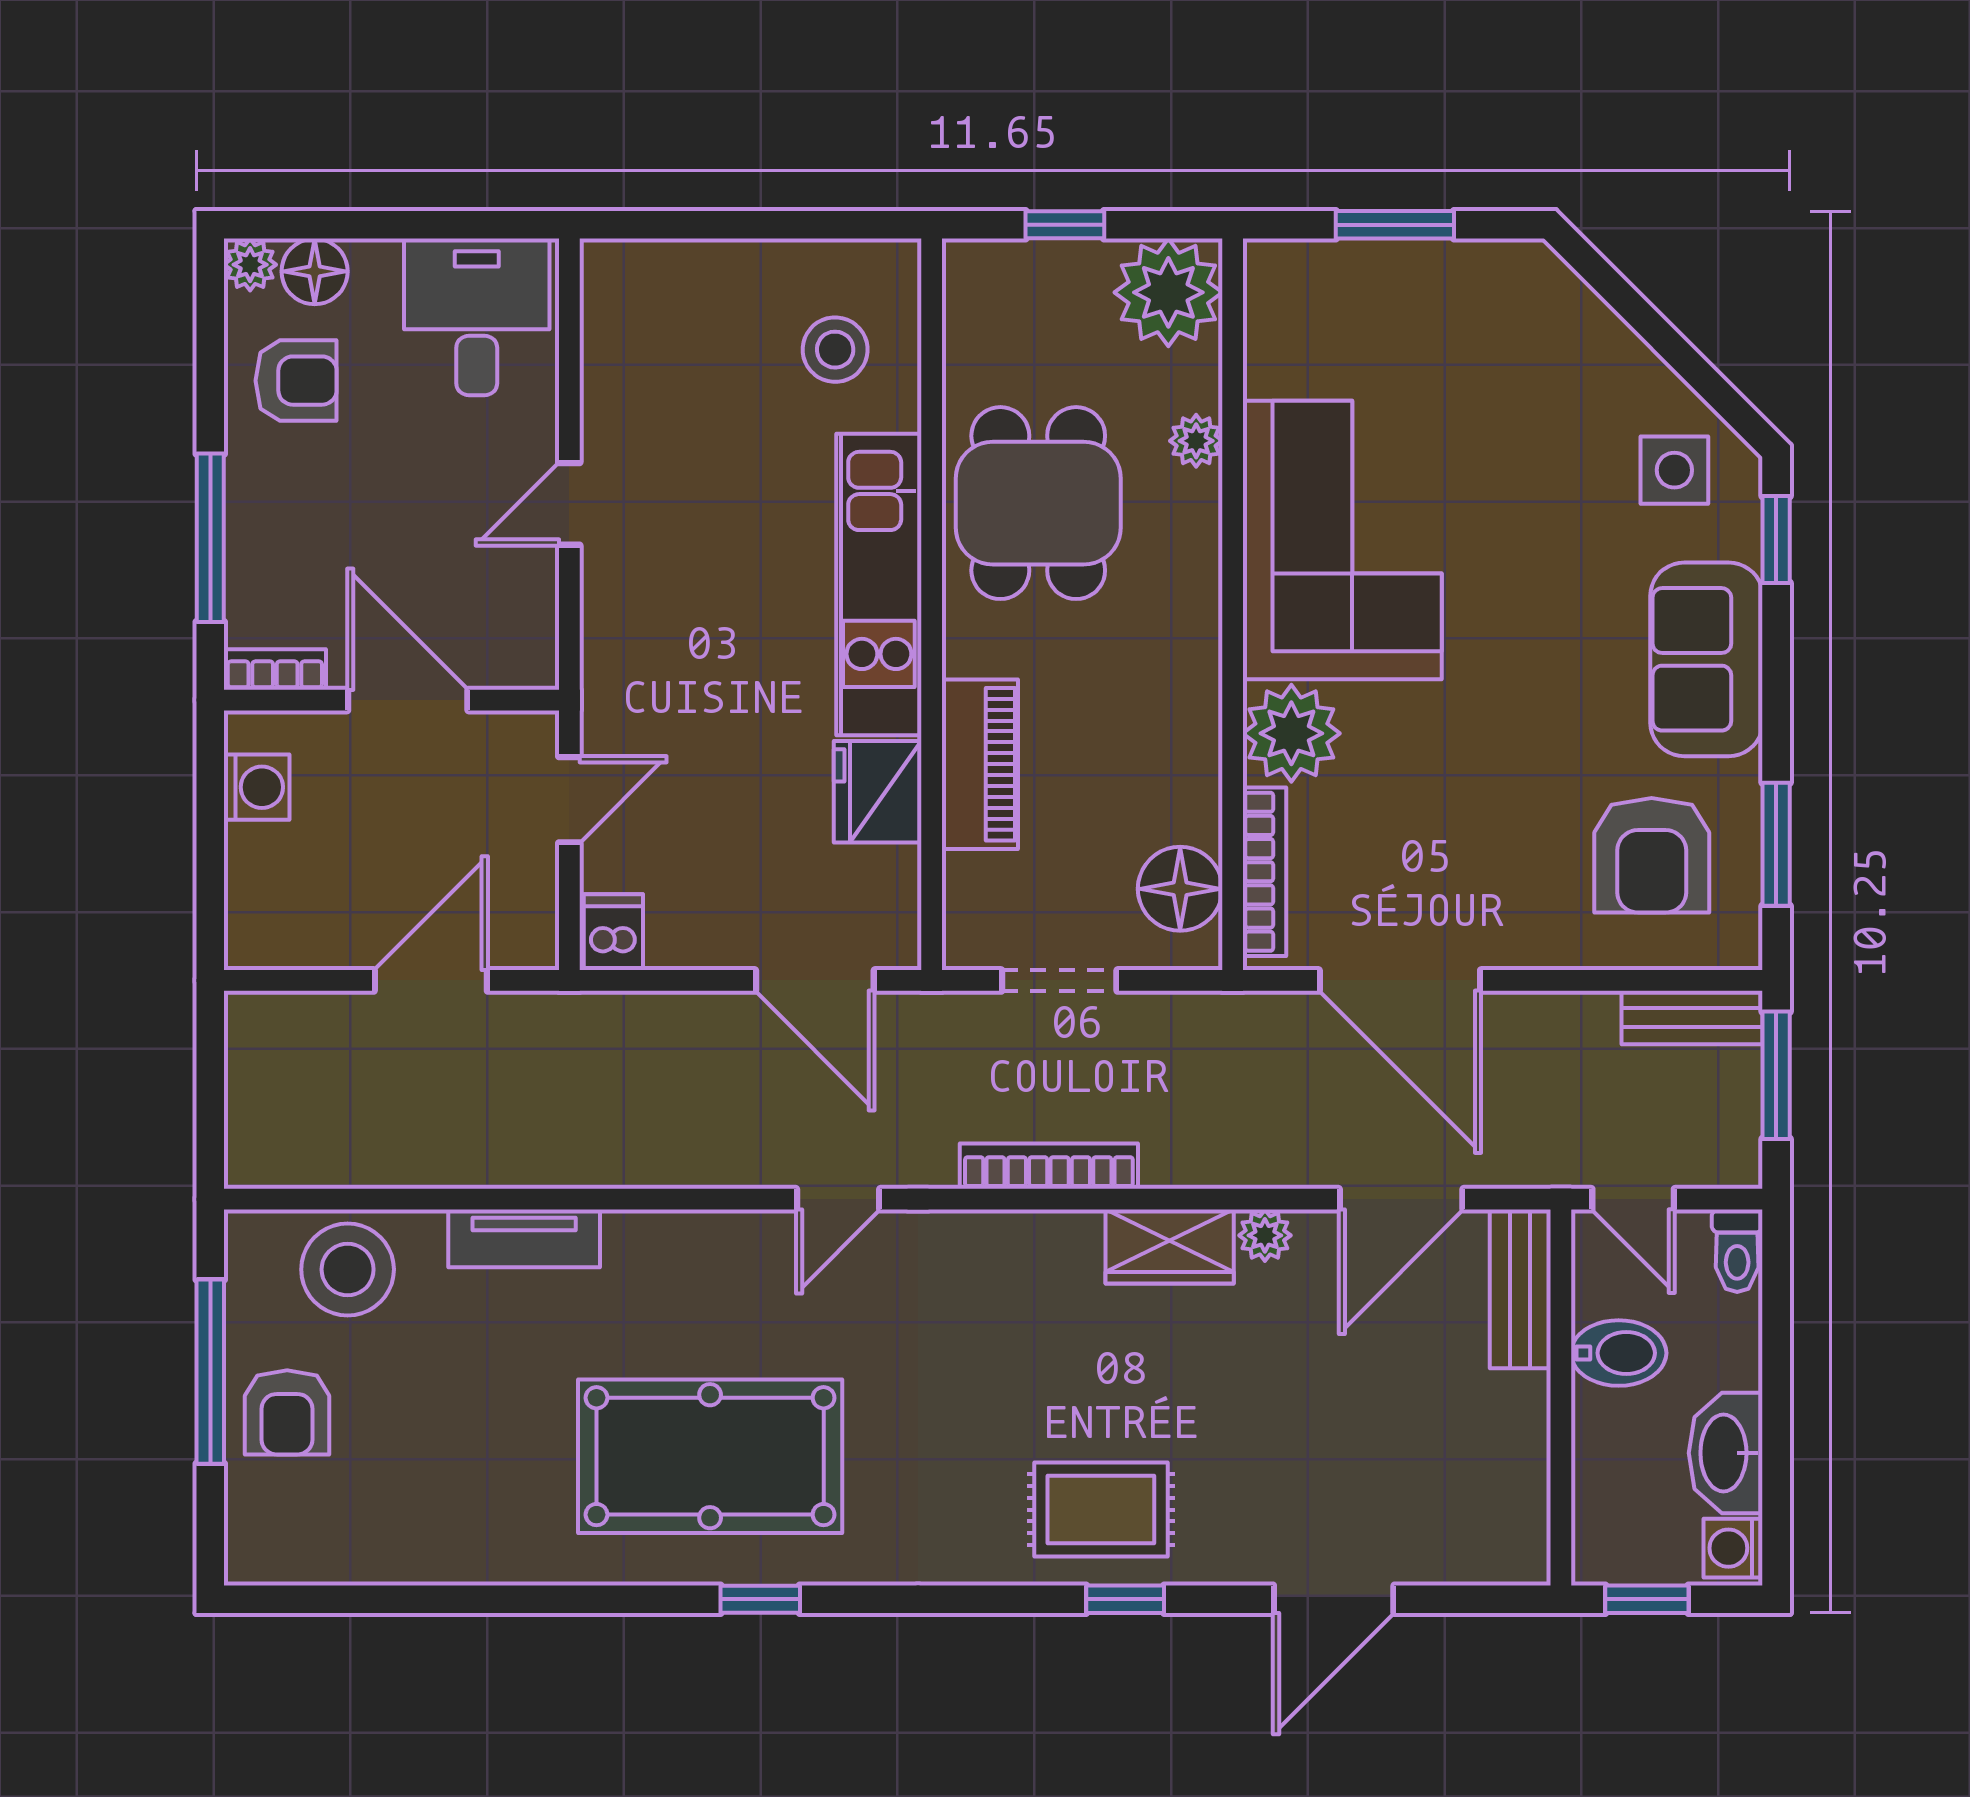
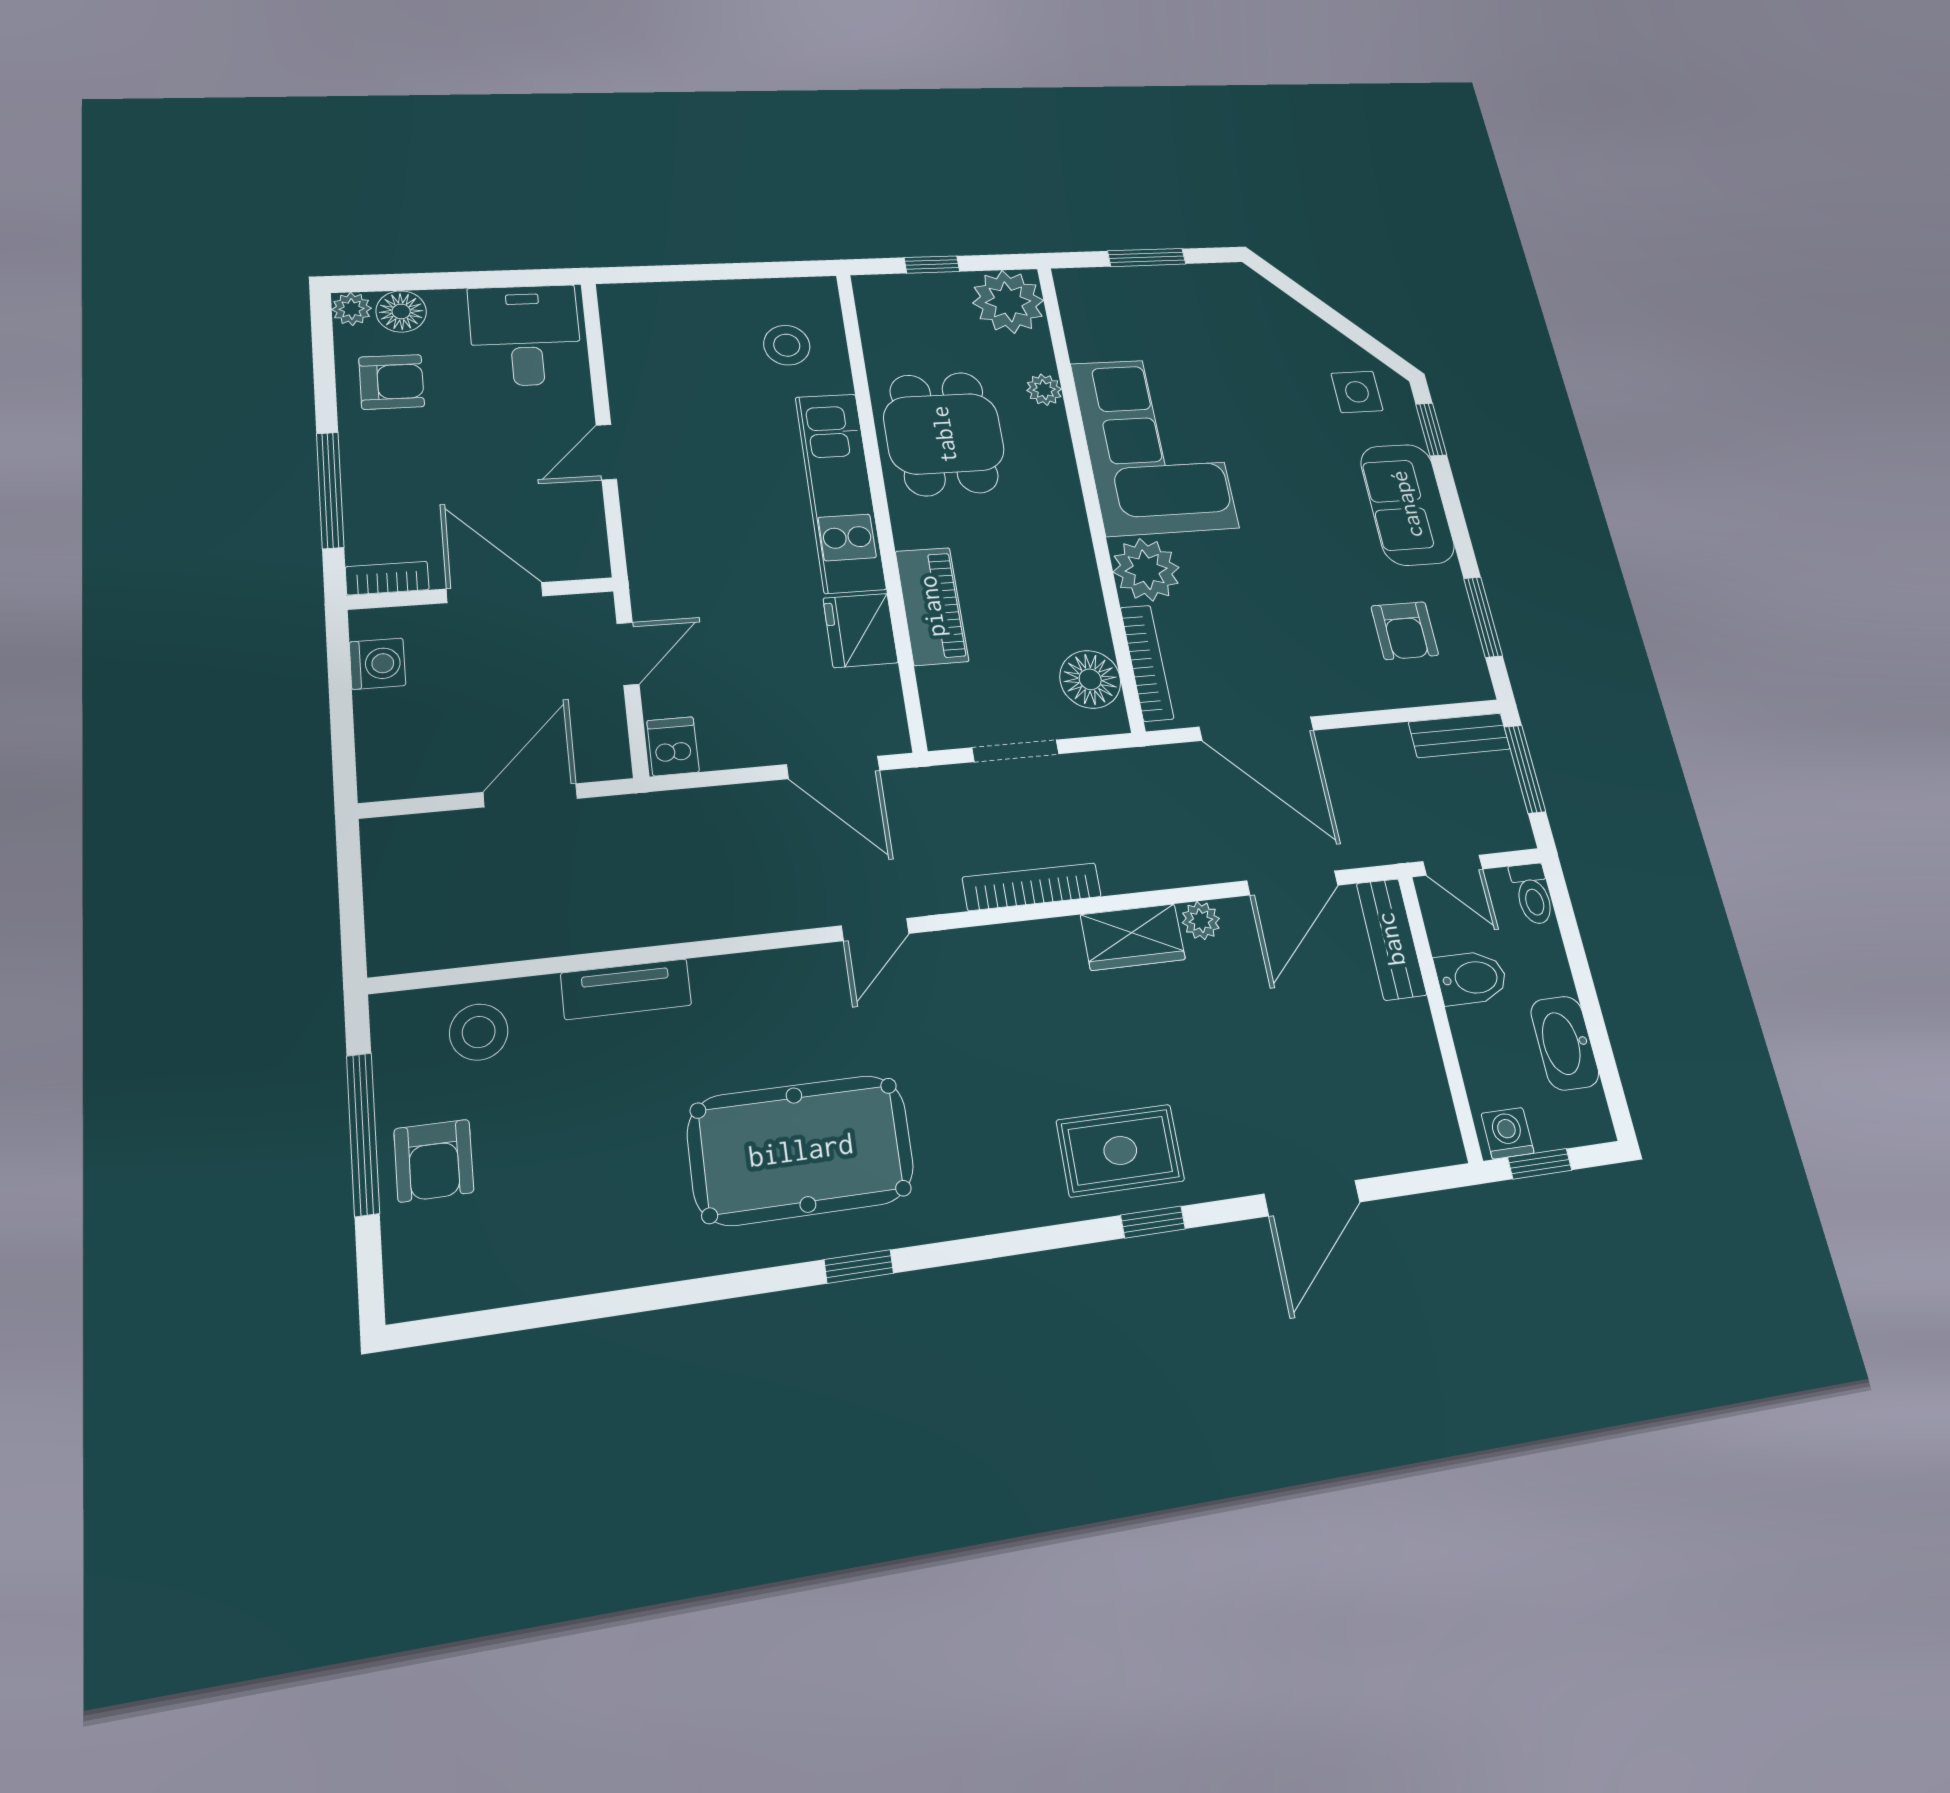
armchair: (1652, 855) -> (1405, 631), width x0.72, depth x0.72
stool: (348, 1269) -> (479, 1032), width x0.73, depth x0.73
washing machine: (1733, 1548) -> (1508, 1133), moved, turned 90

